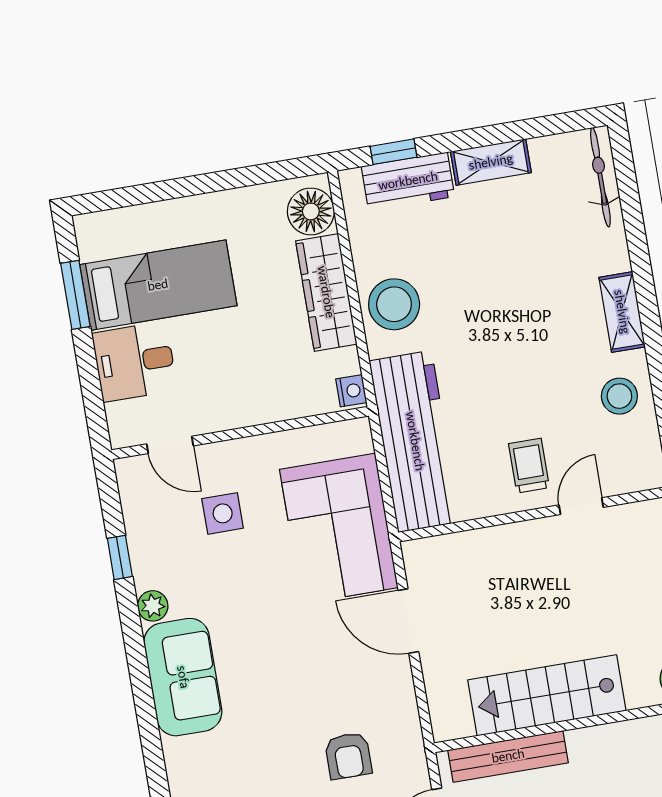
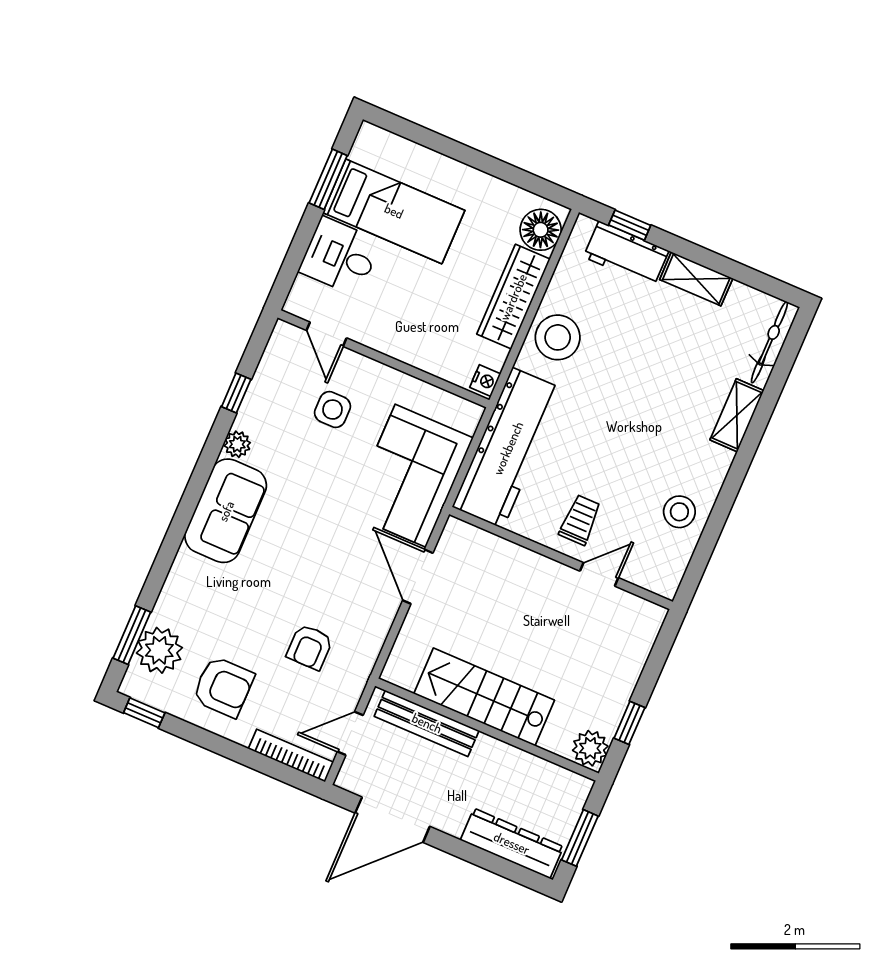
shelving: (622, 312) -> (737, 415), moved

